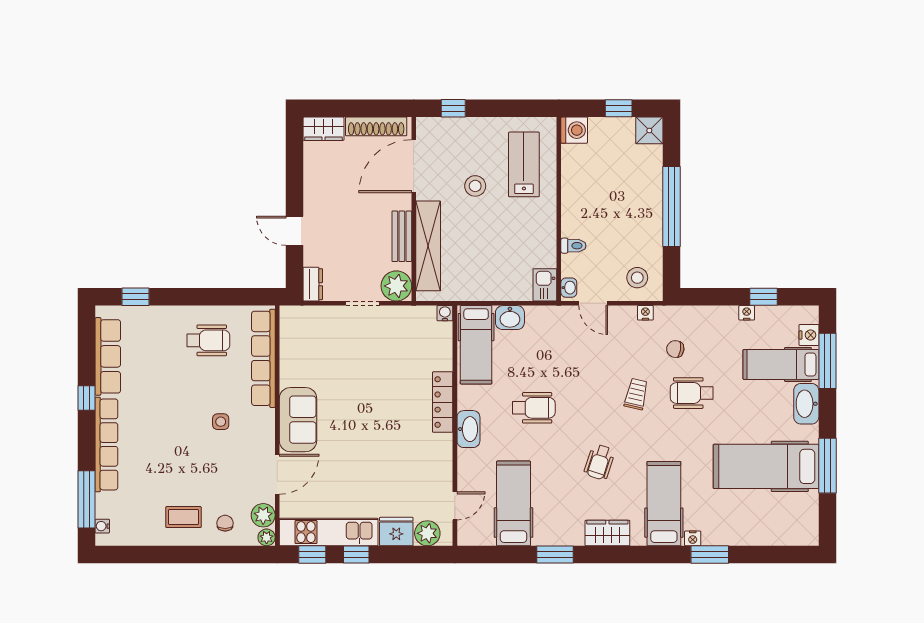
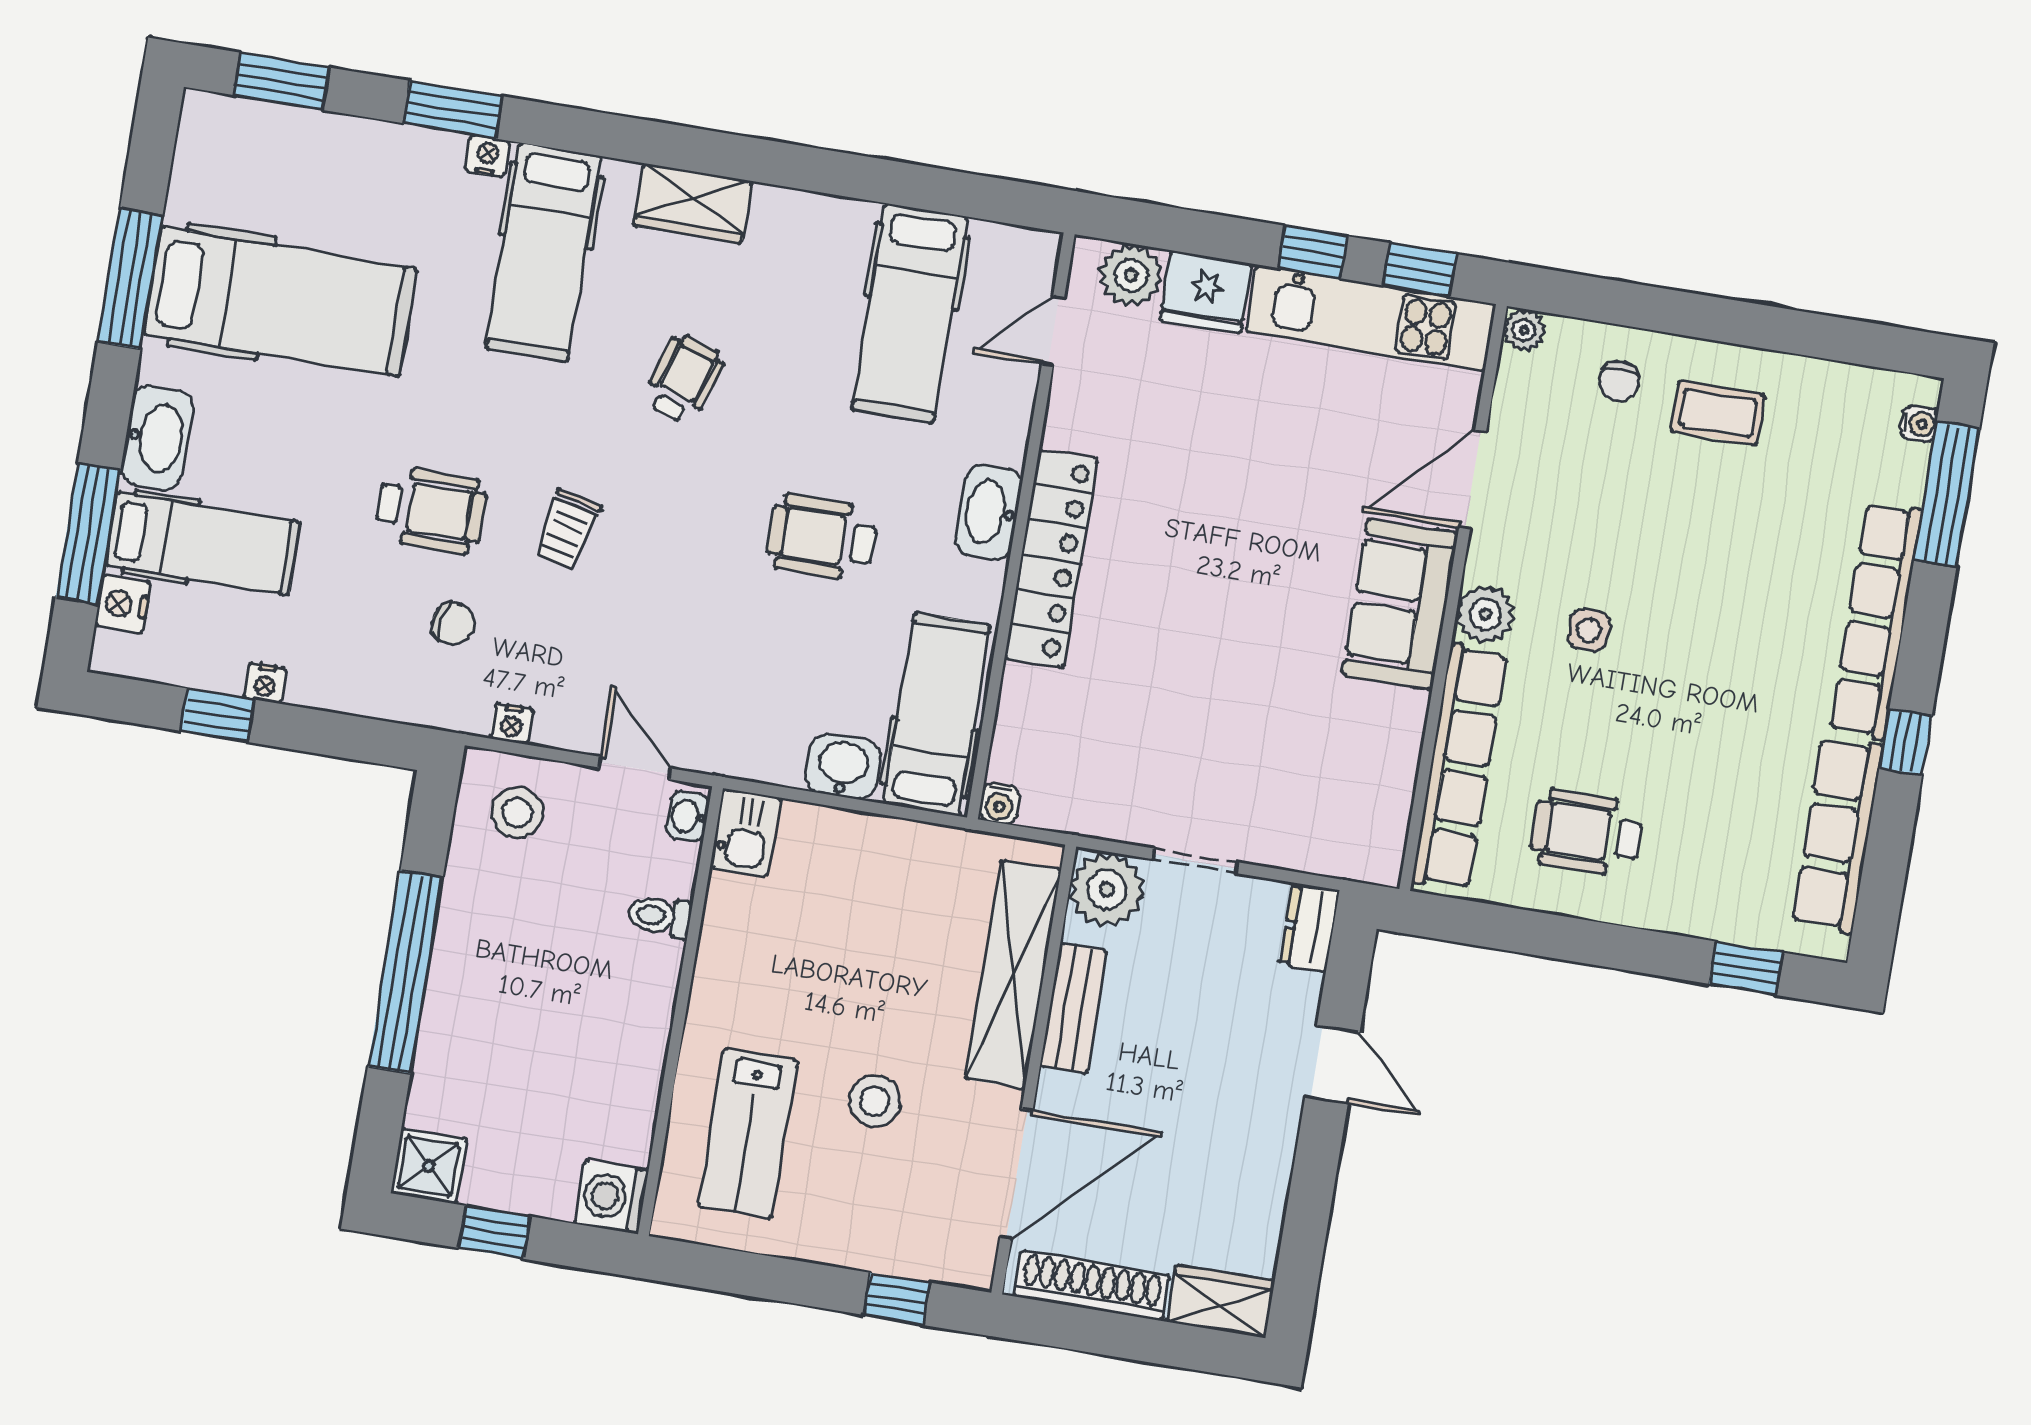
locker: (443, 402) -> (1051, 559), width x1.41, depth x1.21
plant: (263, 515) -> (1485, 614), moved
window: (555, 555) -> (282, 81), moved

